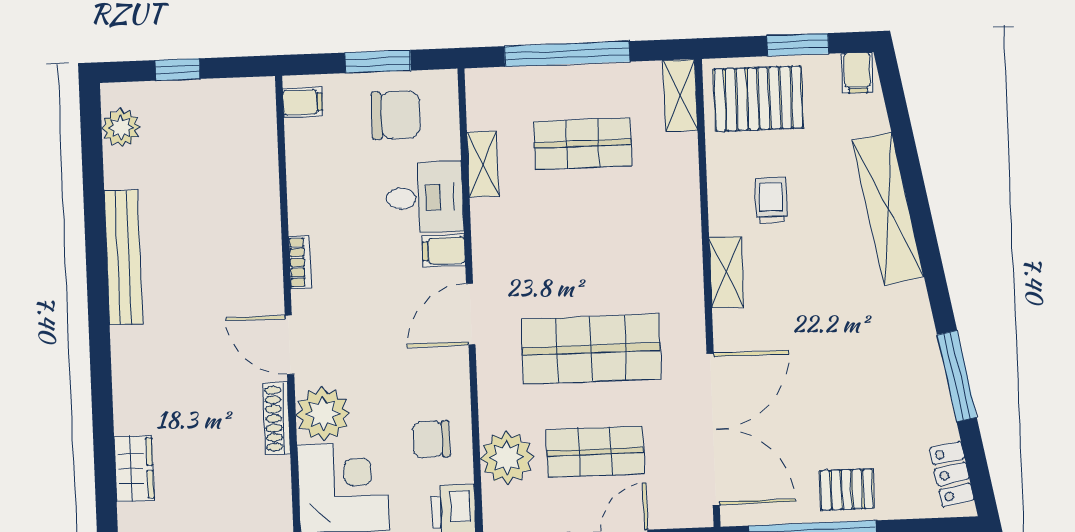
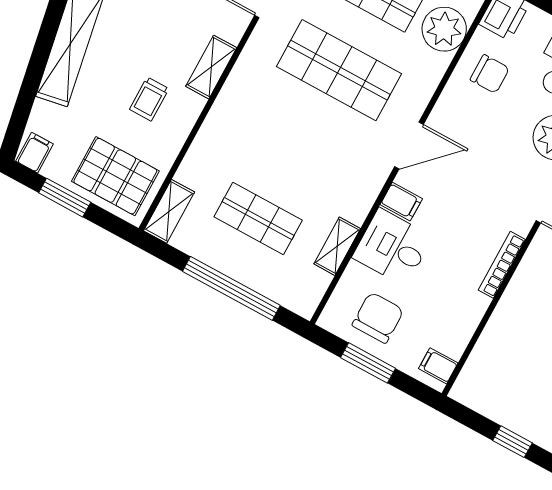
chair: (396, 115) -> (378, 318), turned 90
bookcase: (300, 262) -> (502, 265), width x1.56

